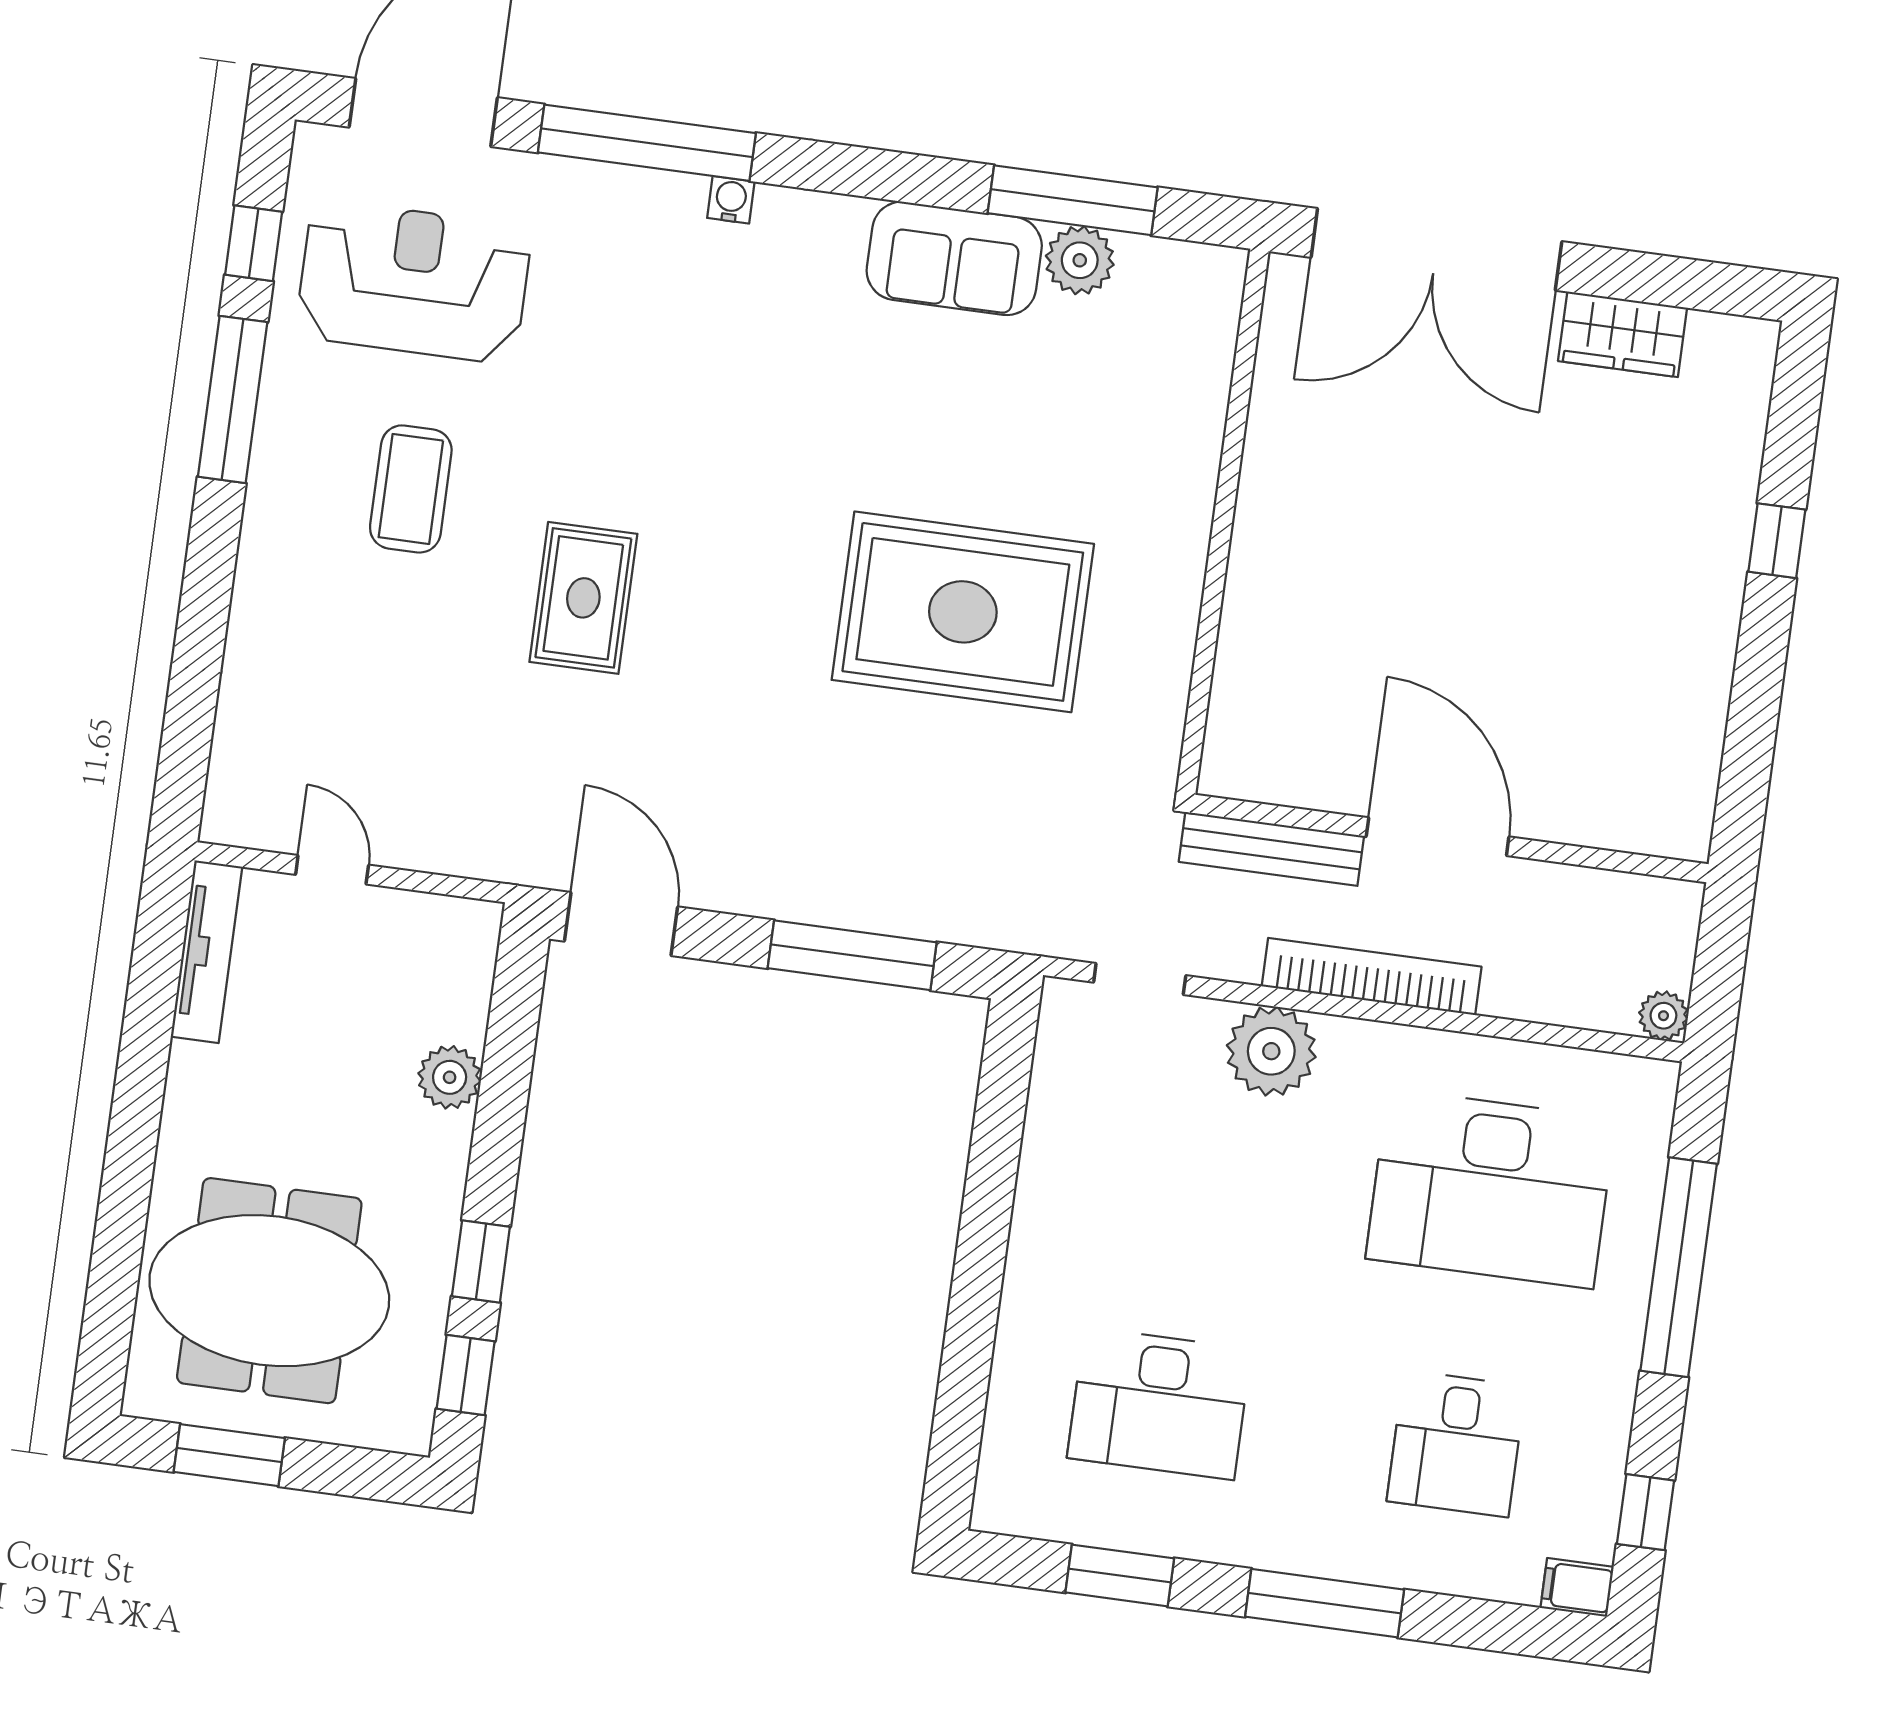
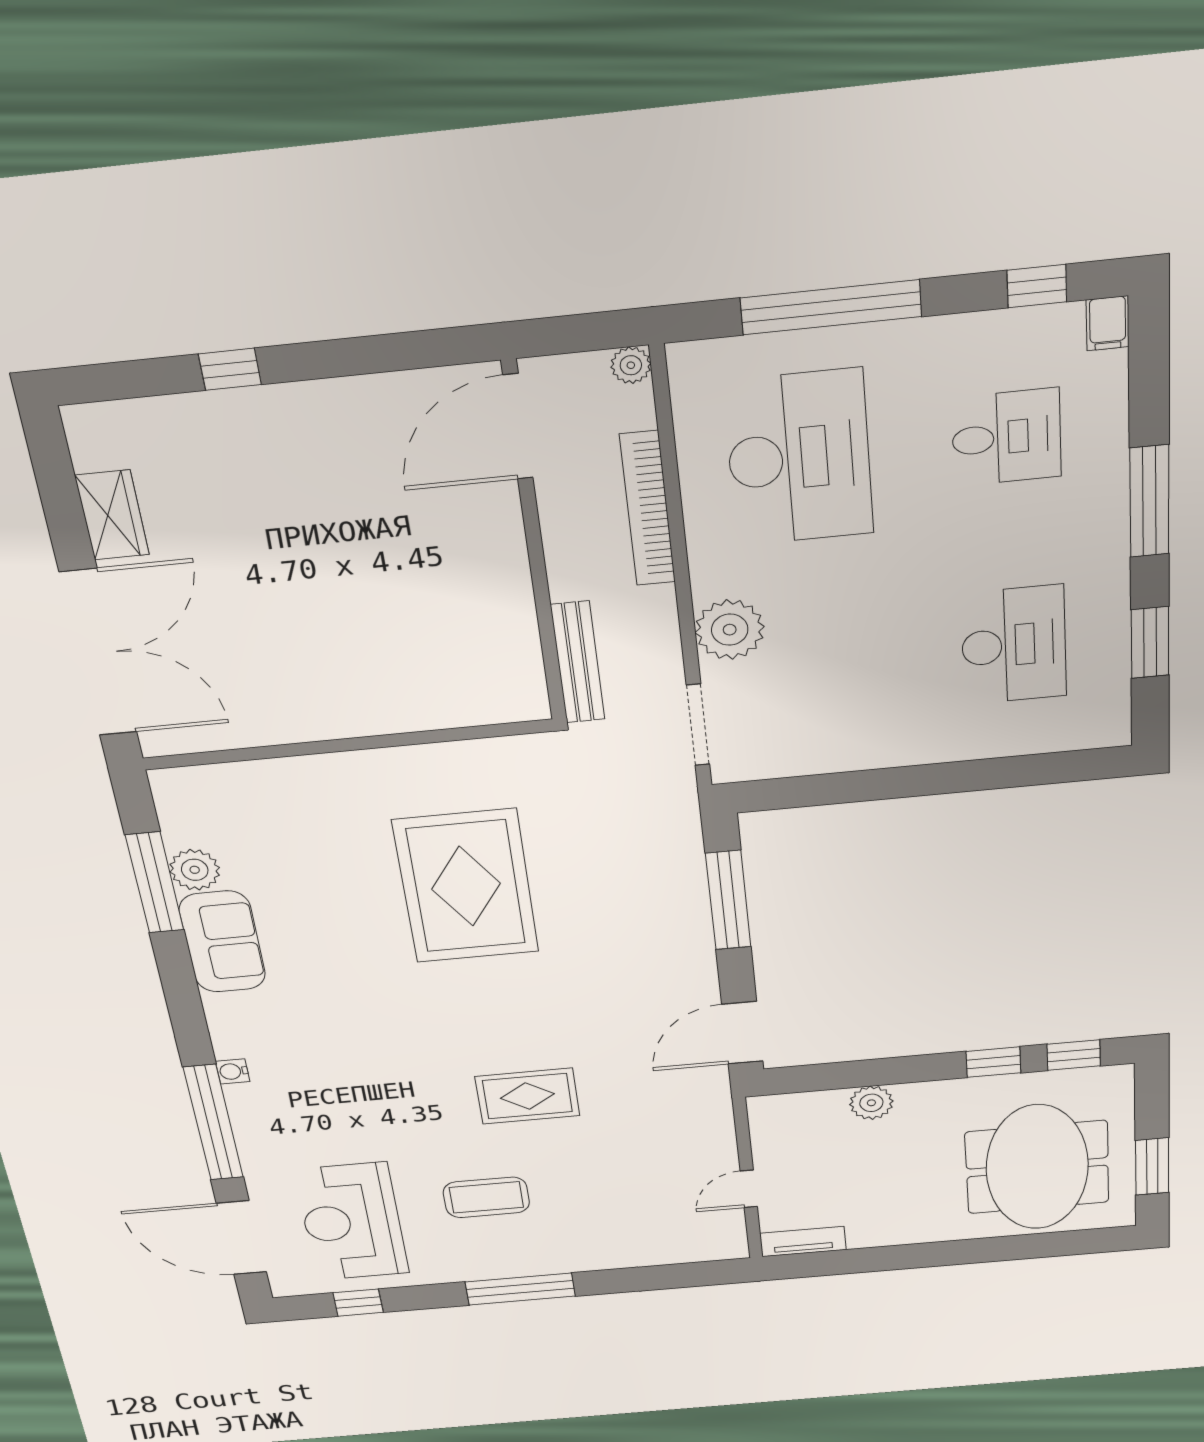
window: (233, 399) -> (520, 1289), moved
door: (1438, 837) -> (518, 427), moved
tv unit: (207, 952) -> (803, 1242), width x0.71
bookcase: (1372, 976) -> (648, 509), moved
doorway: (1140, 979) -> (698, 725), width x1.38

